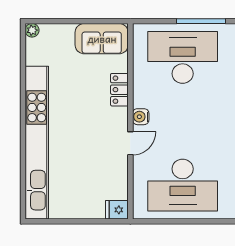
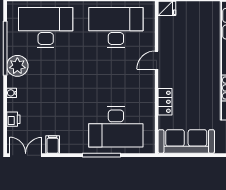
sofa: (102, 39) -> (186, 141), width x1.36
water cooler: (141, 117) -> (149, 81), removed

